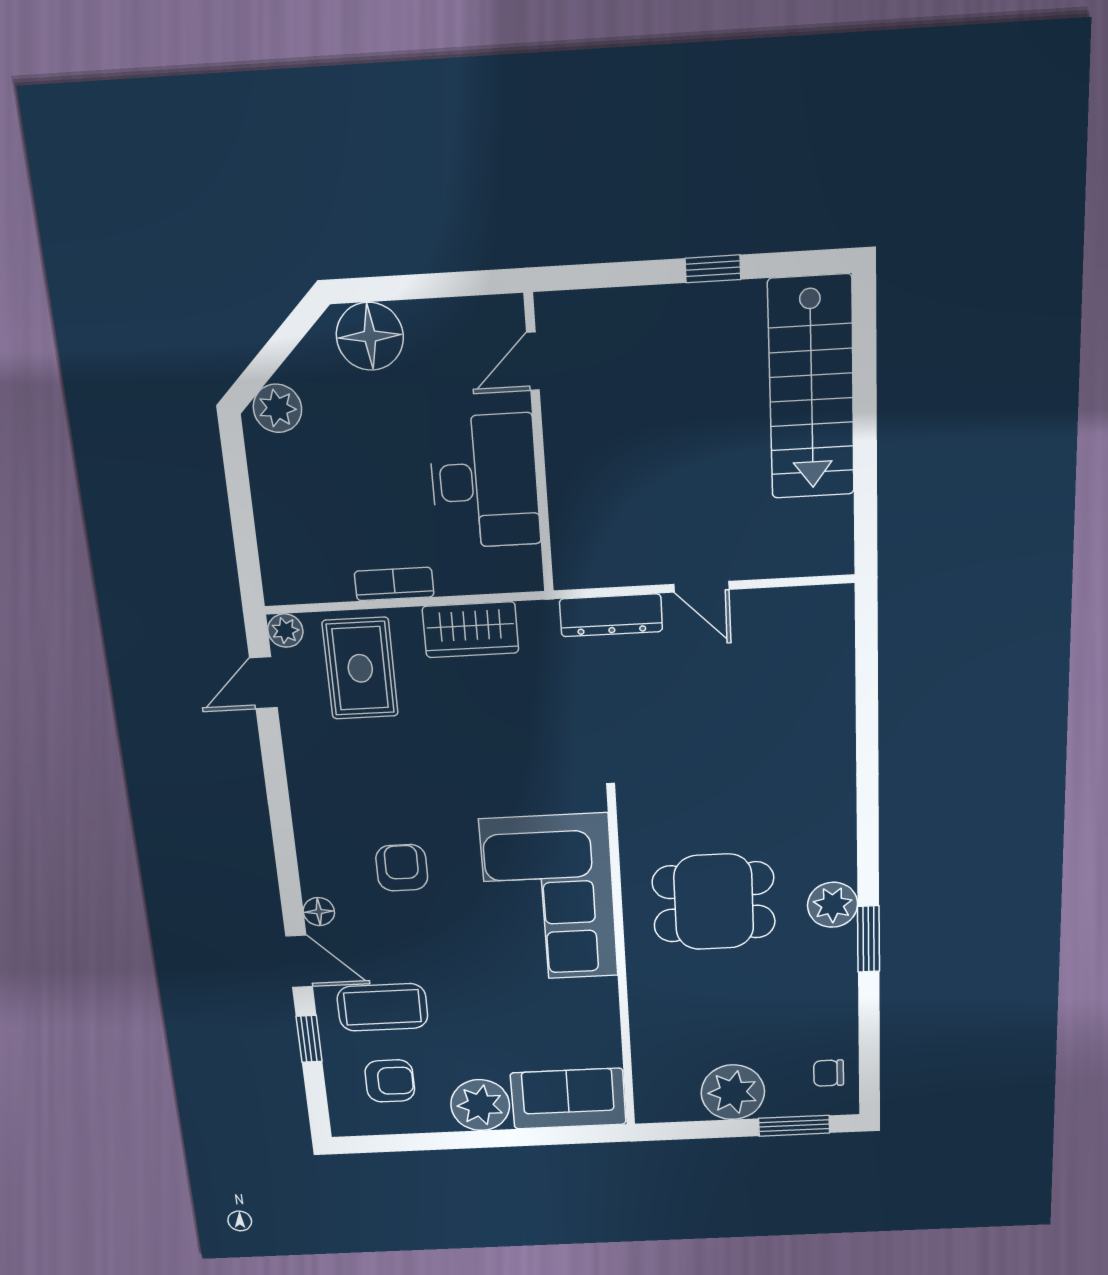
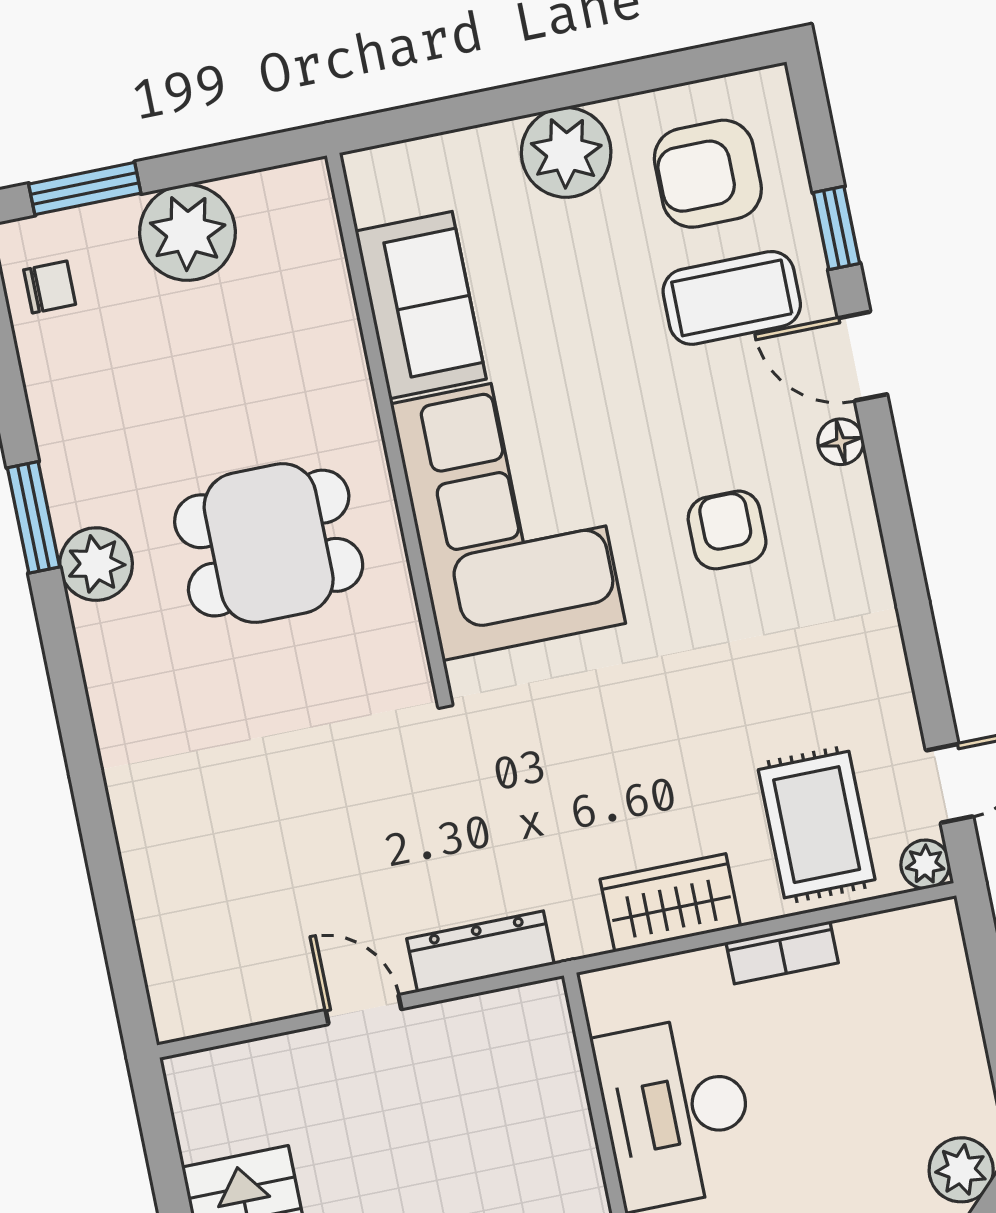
armchair: (402, 868) -> (727, 530), turned 180
armchair: (390, 1081) -> (708, 174), width x1.38, depth x1.38
sofa: (568, 1099) -> (421, 305), moved, turned -90

